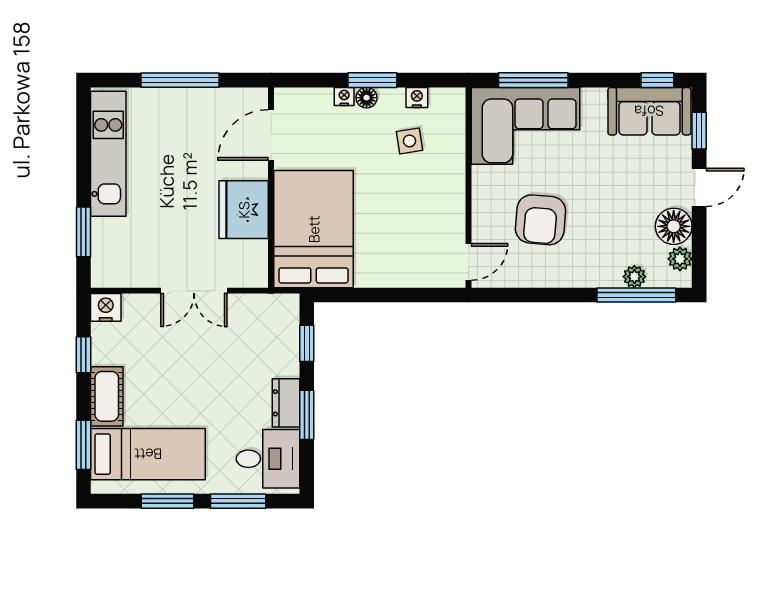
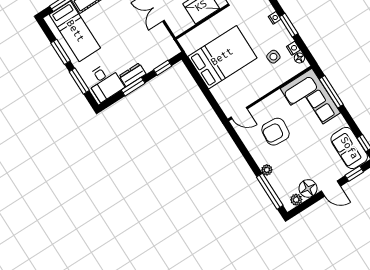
floor lamp: (367, 98) -> (299, 58), moved
bed: (314, 229) -> (222, 57), moved
plant: (634, 277) -> (267, 170), moved

